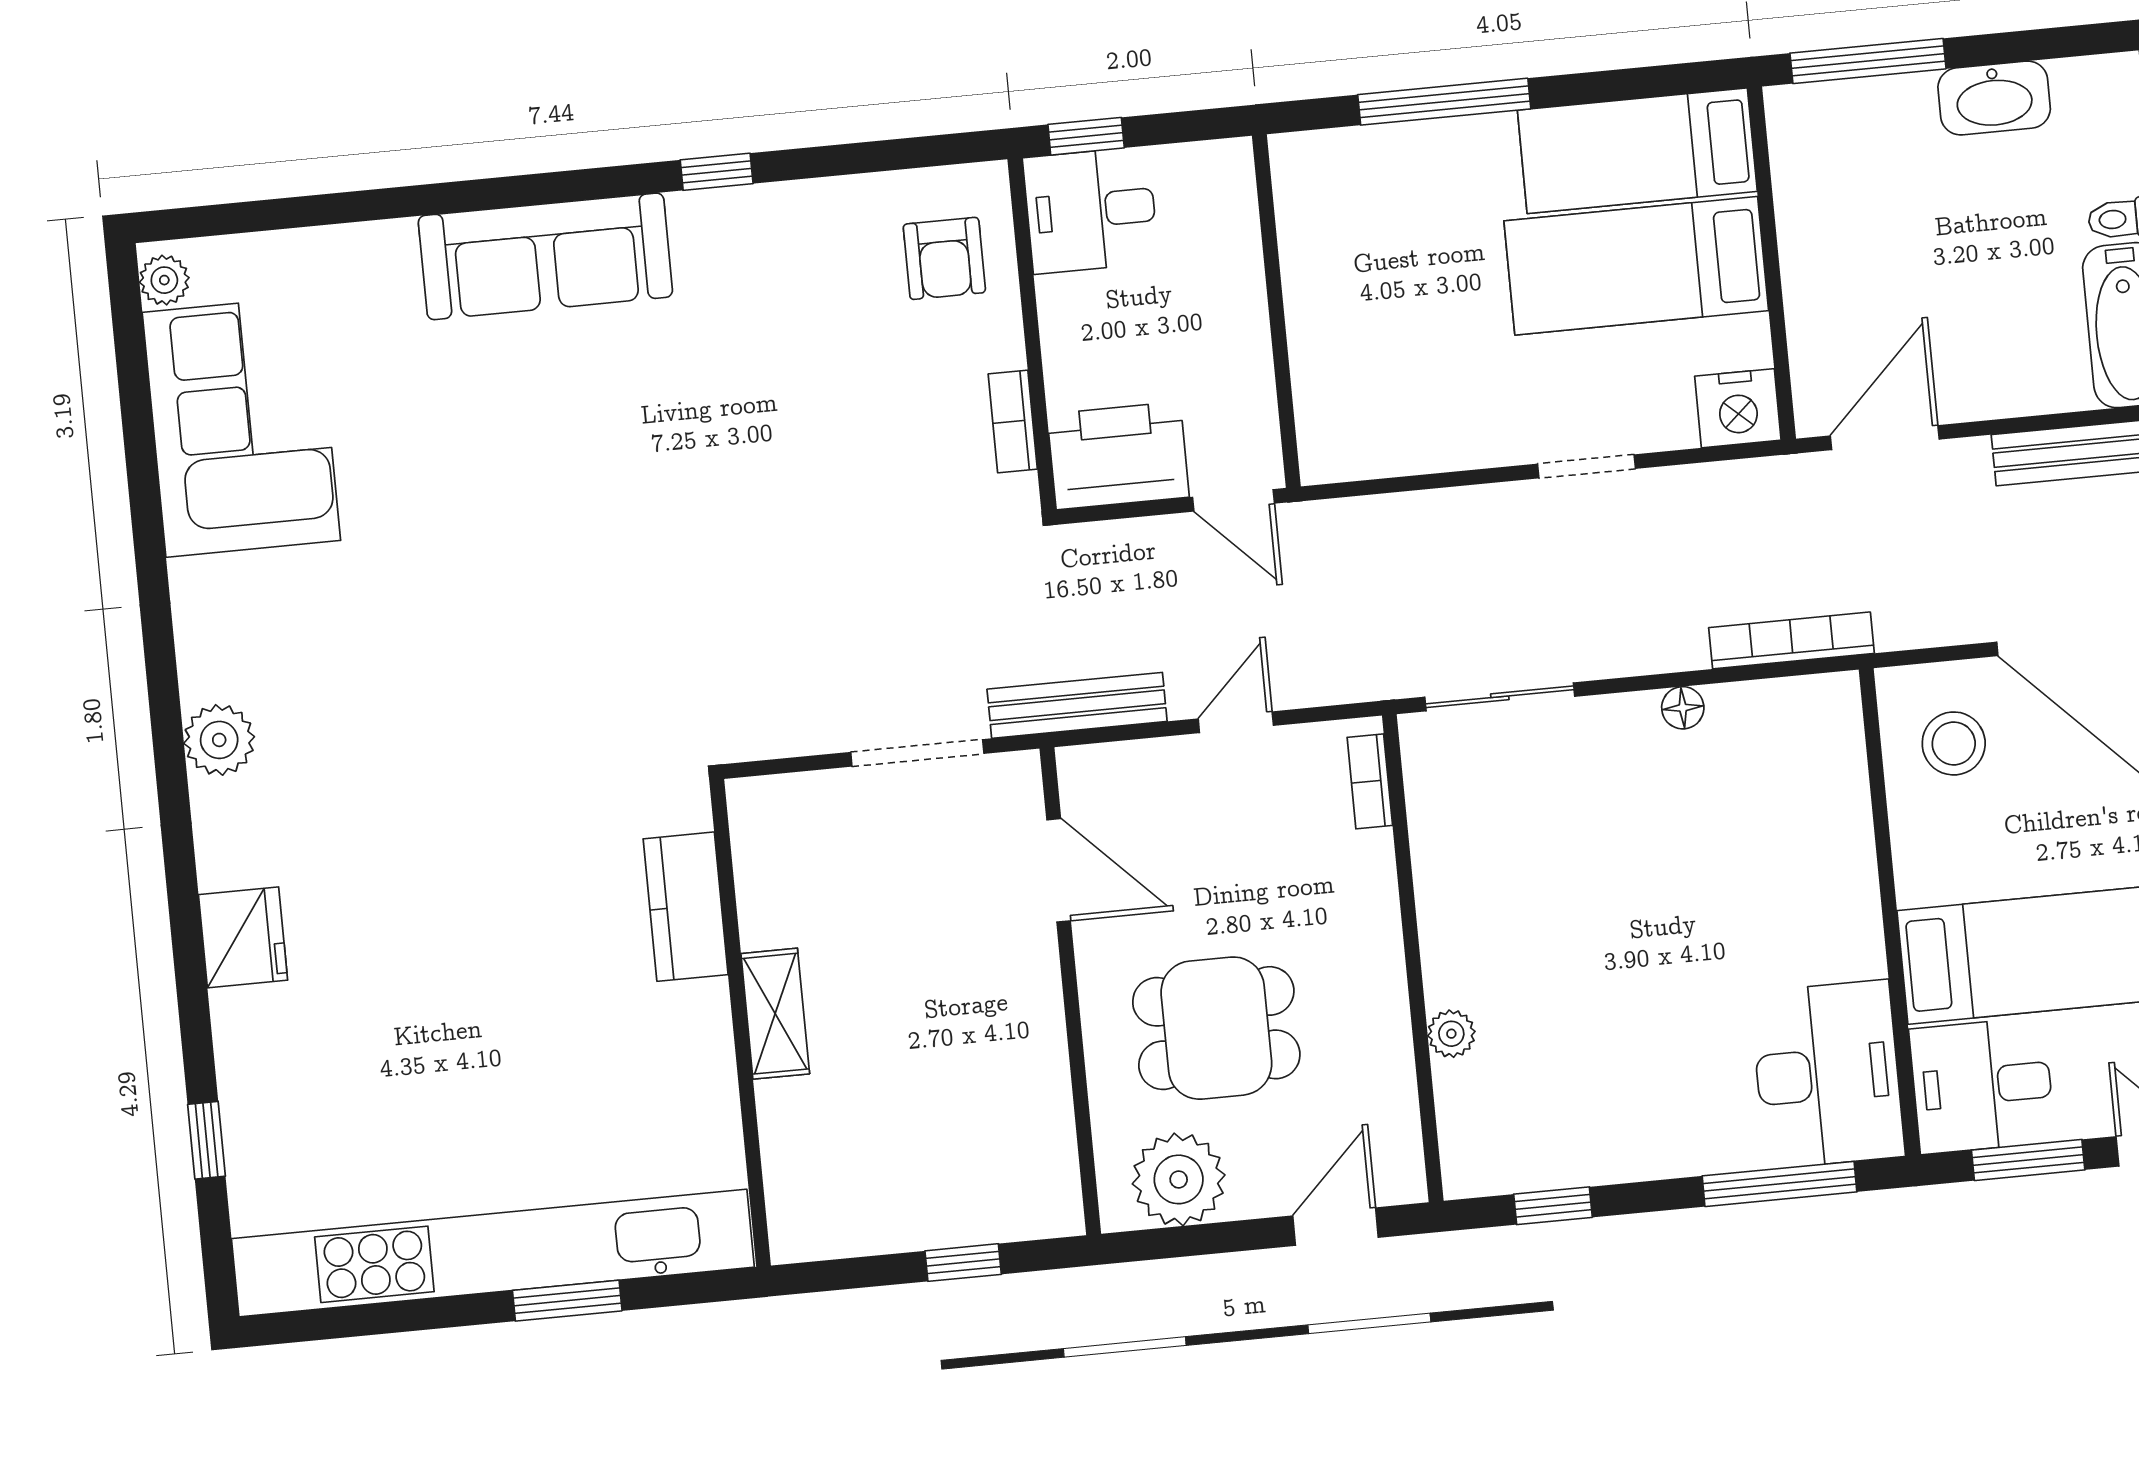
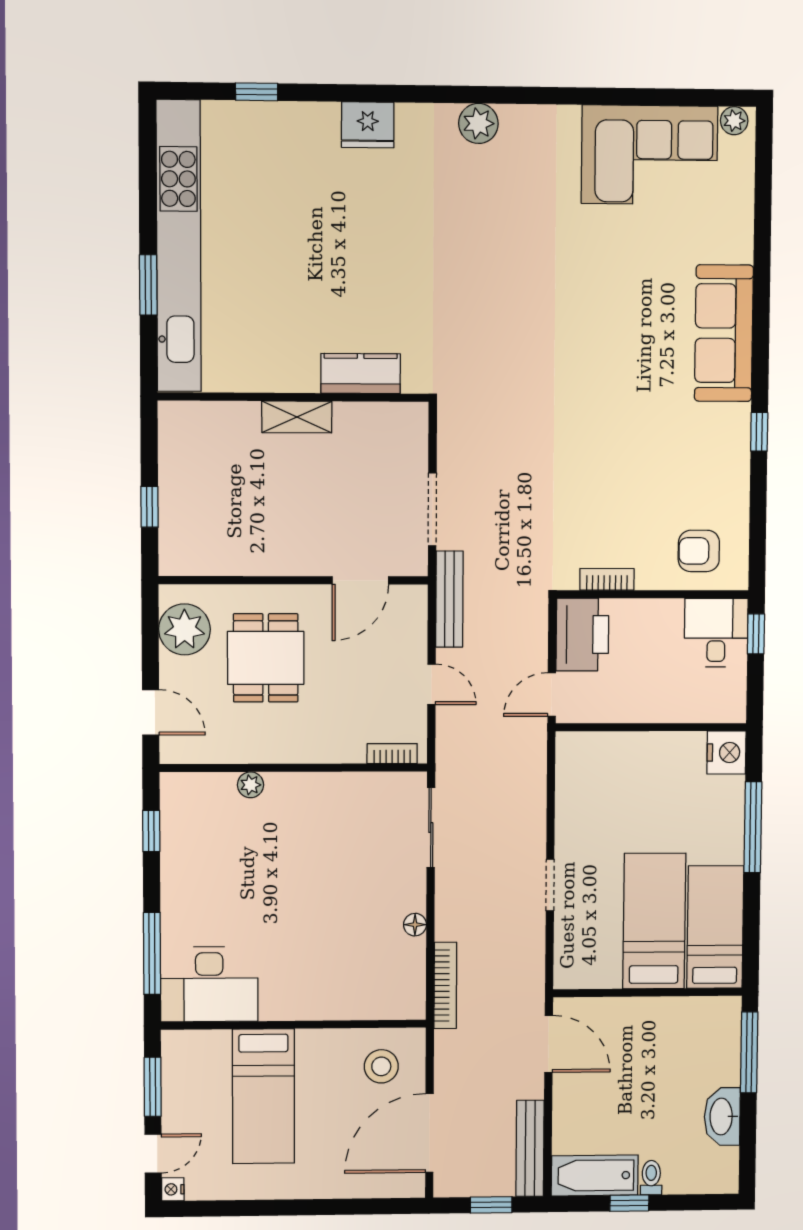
nightstand: (1738, 408) -> (726, 753), moved, turned 180
desk: (1982, 1085) -> (195, 1066), removed

